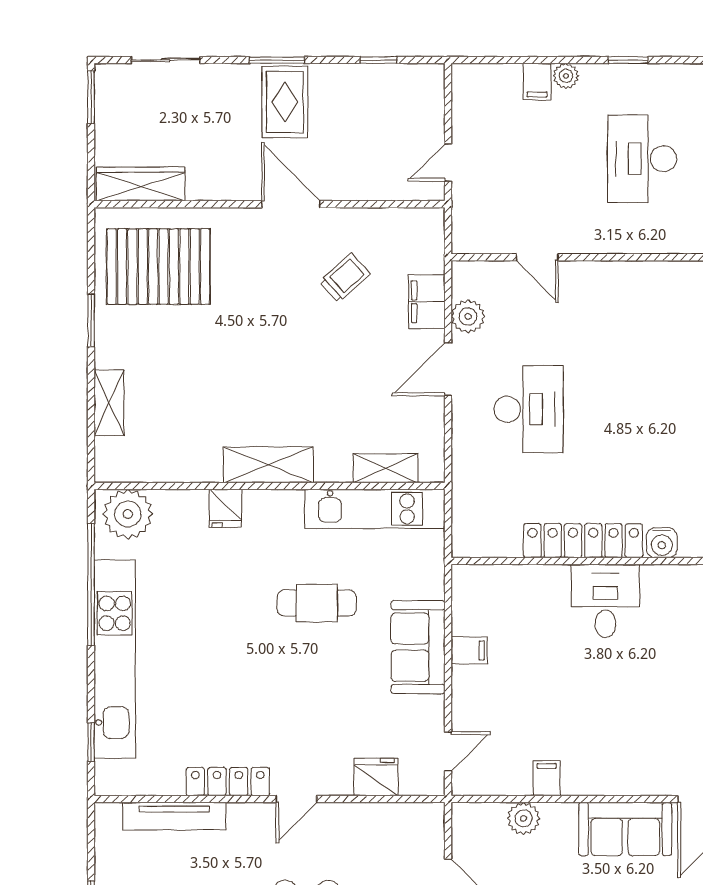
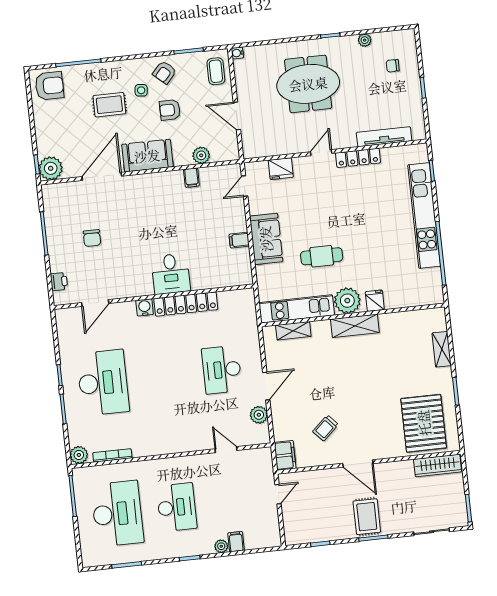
pallet: (158, 267) -> (424, 423), turned 90
filing cabinet: (427, 302) -> (285, 455), moved
plant: (128, 514) -> (347, 301), moved

